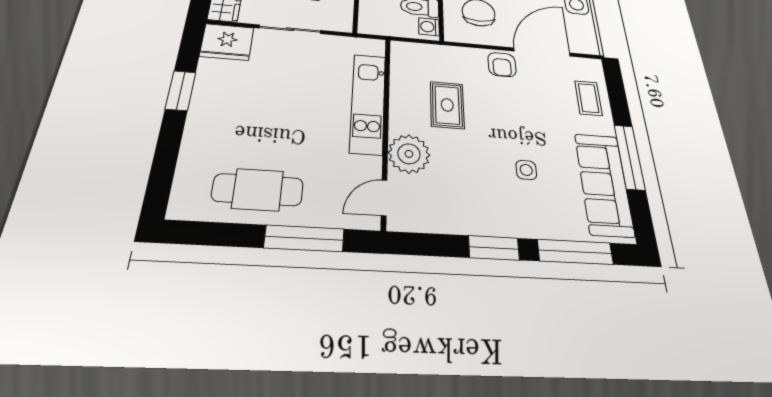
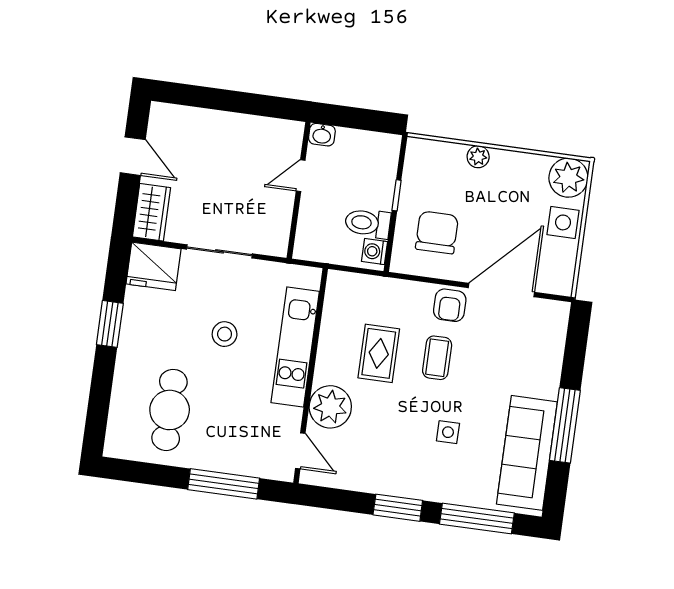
stool: (298, 95) -> (225, 334), added
coffee table: (588, 98) -> (437, 358), moved
cafe table: (258, 190) -> (170, 410), moved, turned 90
door: (384, 198) -> (300, 451), swing flipped

